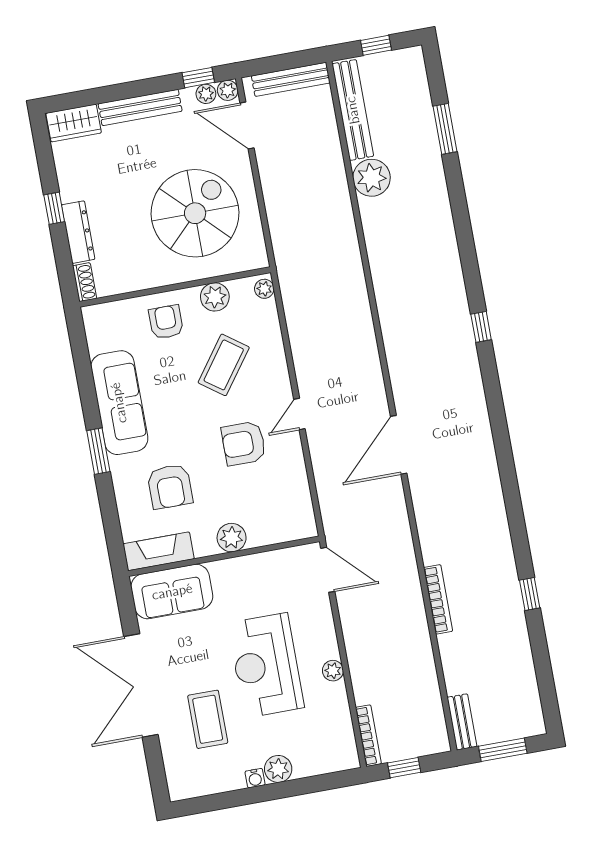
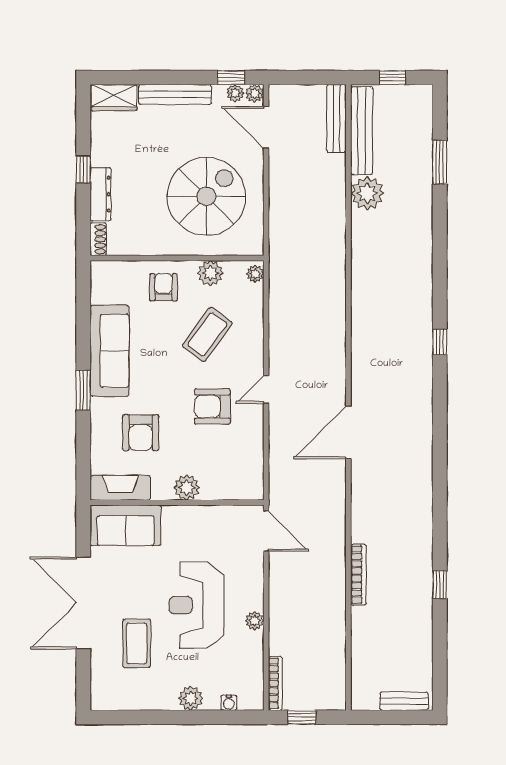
bench: (291, 79) -> (337, 118), moved, turned 90
bench: (462, 722) -> (404, 701), moved, turned 90
window: (503, 750) -> (391, 717), removed
water cooler: (255, 778) -> (229, 703), moved

